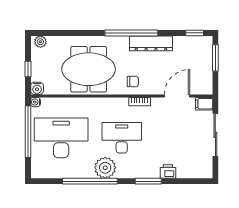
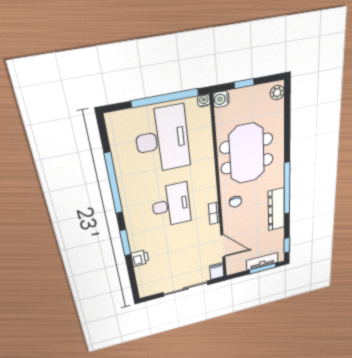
tv unit: (207, 58) -> (262, 261), added
plant: (105, 168) -> (133, 196), removed

